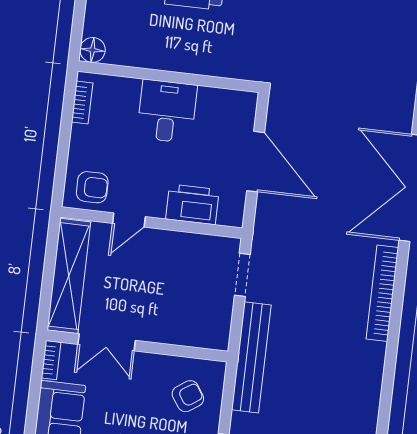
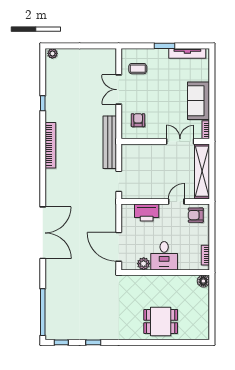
plant: (211, 100) -> (144, 264), added
door: (256, 162) -> (119, 247), moved
bookcase: (382, 293) -> (50, 145), moved
armchair: (188, 396) -> (138, 120), turned 124

